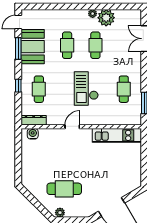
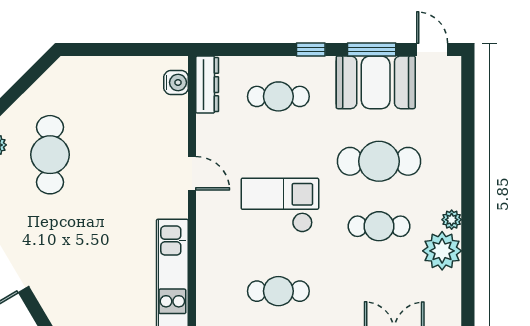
cafe table: (67, 45) -> (379, 161), width x1.37, depth x1.35
window: (18, 86) -> (311, 49), moved

